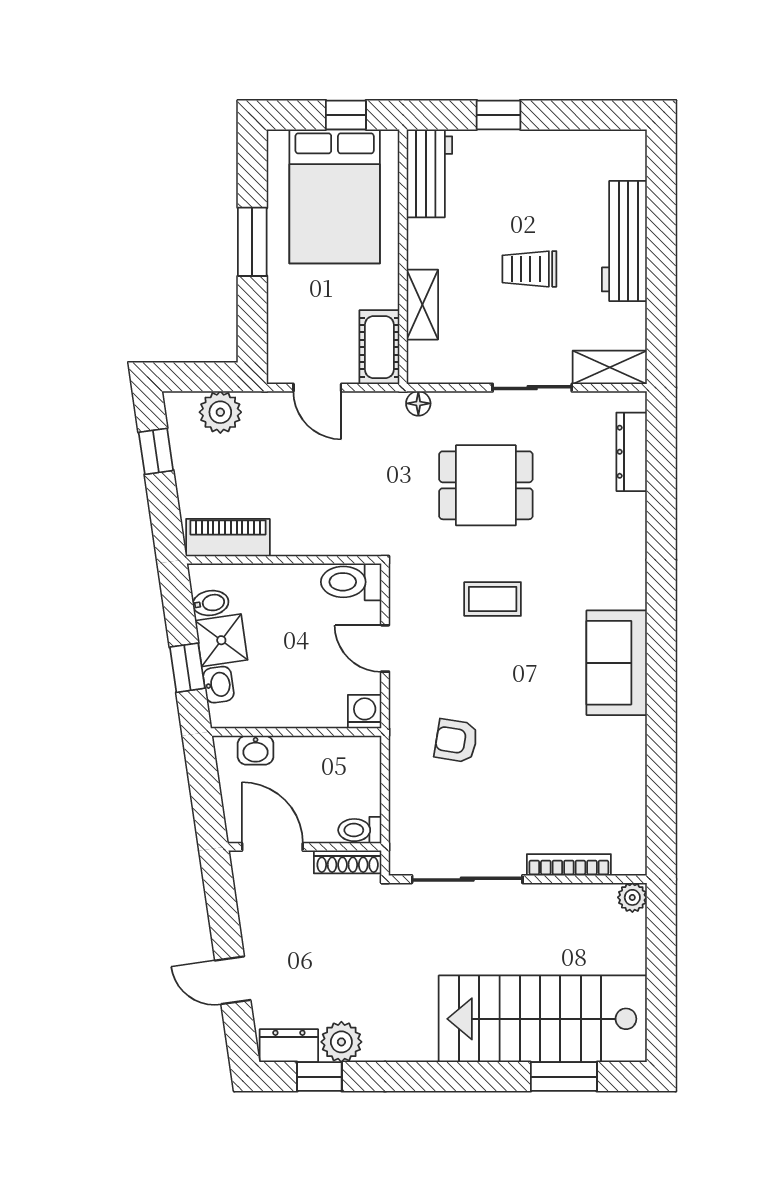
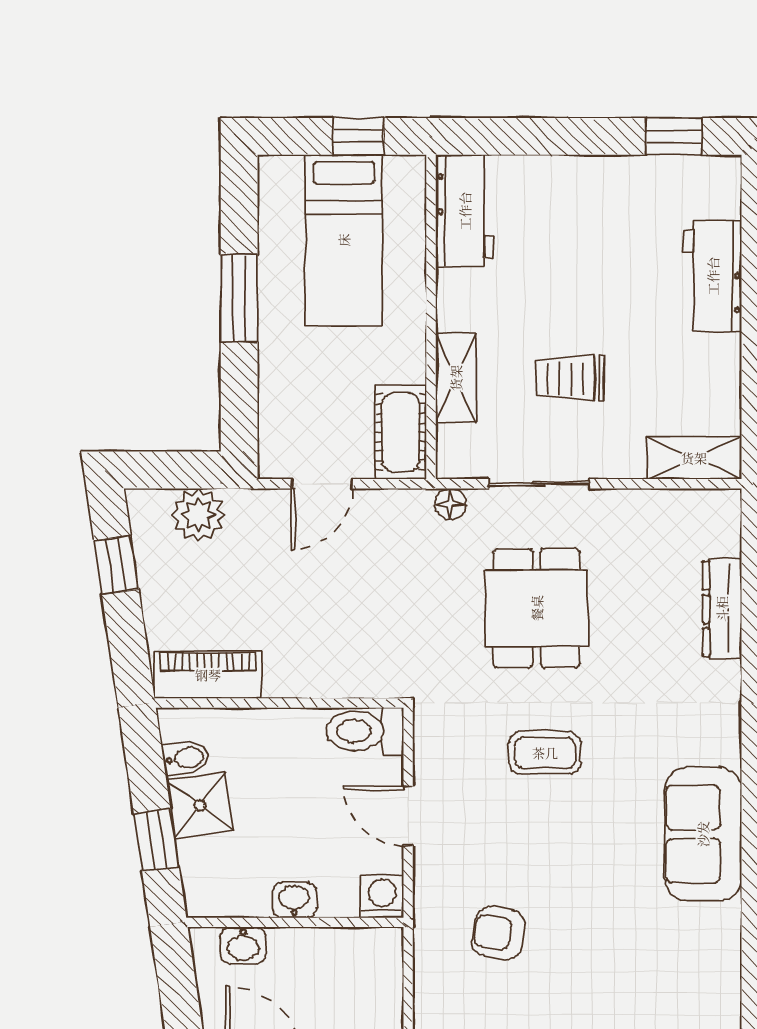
window: (499, 115) -> (674, 136), moved
bed: (335, 196) -> (344, 240), width x0.67
workbench: (624, 241) -> (713, 276), width x0.73
trolley: (529, 269) -> (570, 378), moved
door: (317, 388) -> (322, 484), hinge flipped
sliding door: (532, 388) -> (539, 484), moved
dresser: (632, 452) -> (722, 609), moved
dining table: (486, 485) -> (537, 608), turned 90
washbasin: (218, 685) -> (294, 900), moved, turned -82

